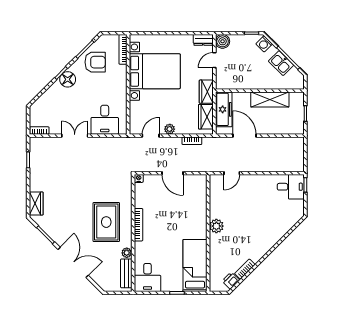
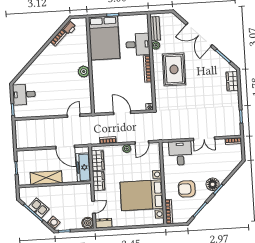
armchair: (95, 62) -> (187, 189), moved
desk: (291, 187) -> (24, 94), moved
bed: (195, 266) -> (104, 38), width x1.50
desk: (147, 277) -> (138, 44), moved, turned 90

